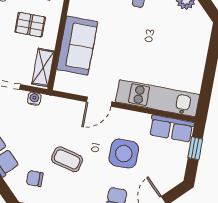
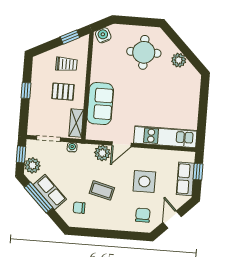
plant: (73, 110) -> (102, 153), added
row of seats: (171, 129) -> (185, 179), moved, turned 90

